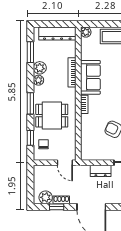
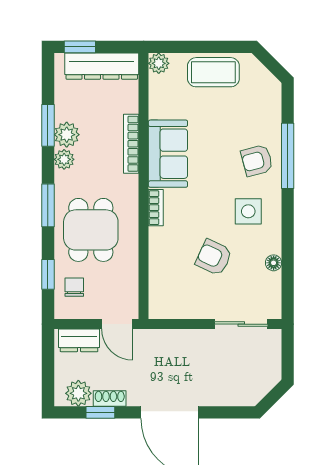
window: (46, 24) -> (80, 47), added
window: (30, 52) -> (48, 125), moved
dining table: (52, 116) -> (91, 230), turned 90
dresser: (101, 171) -> (79, 340), moved

